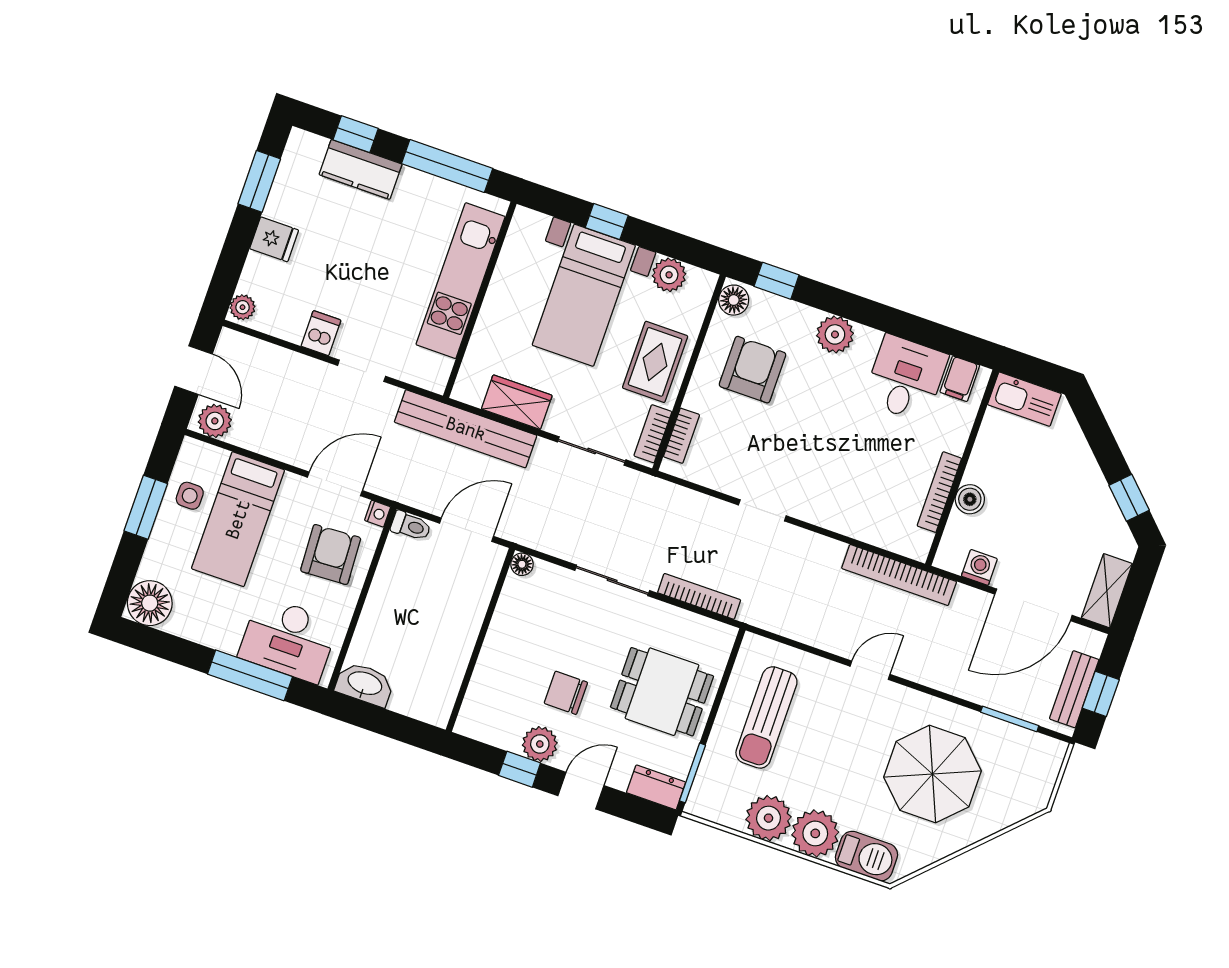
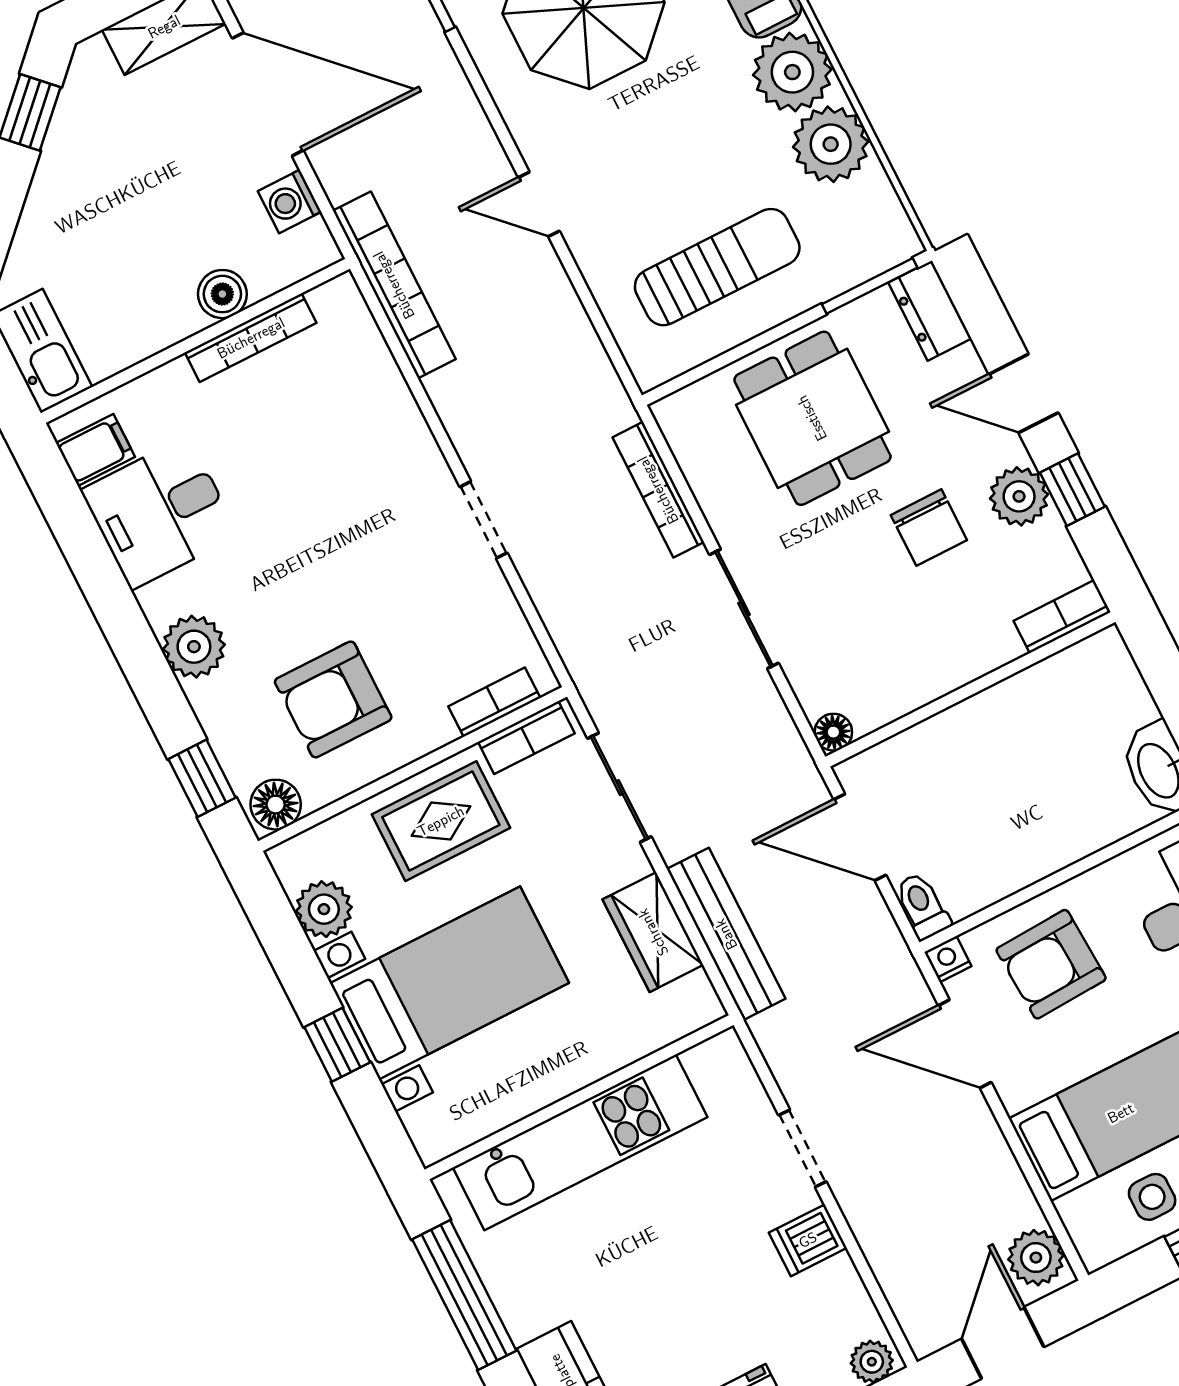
bench: (466, 429) -> (726, 934), width x0.73, depth x0.82
bookcase: (471, 710) -> (1062, 617), added

